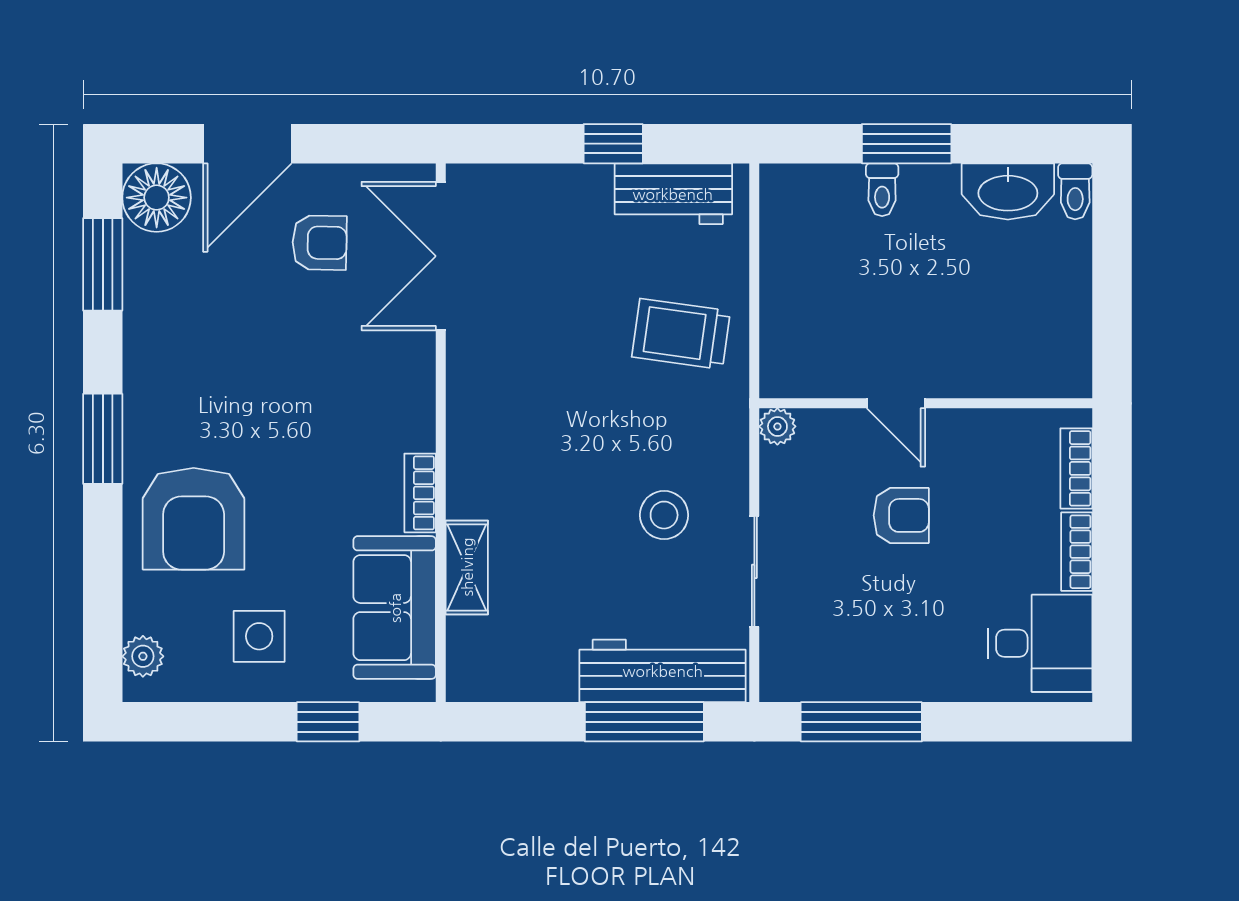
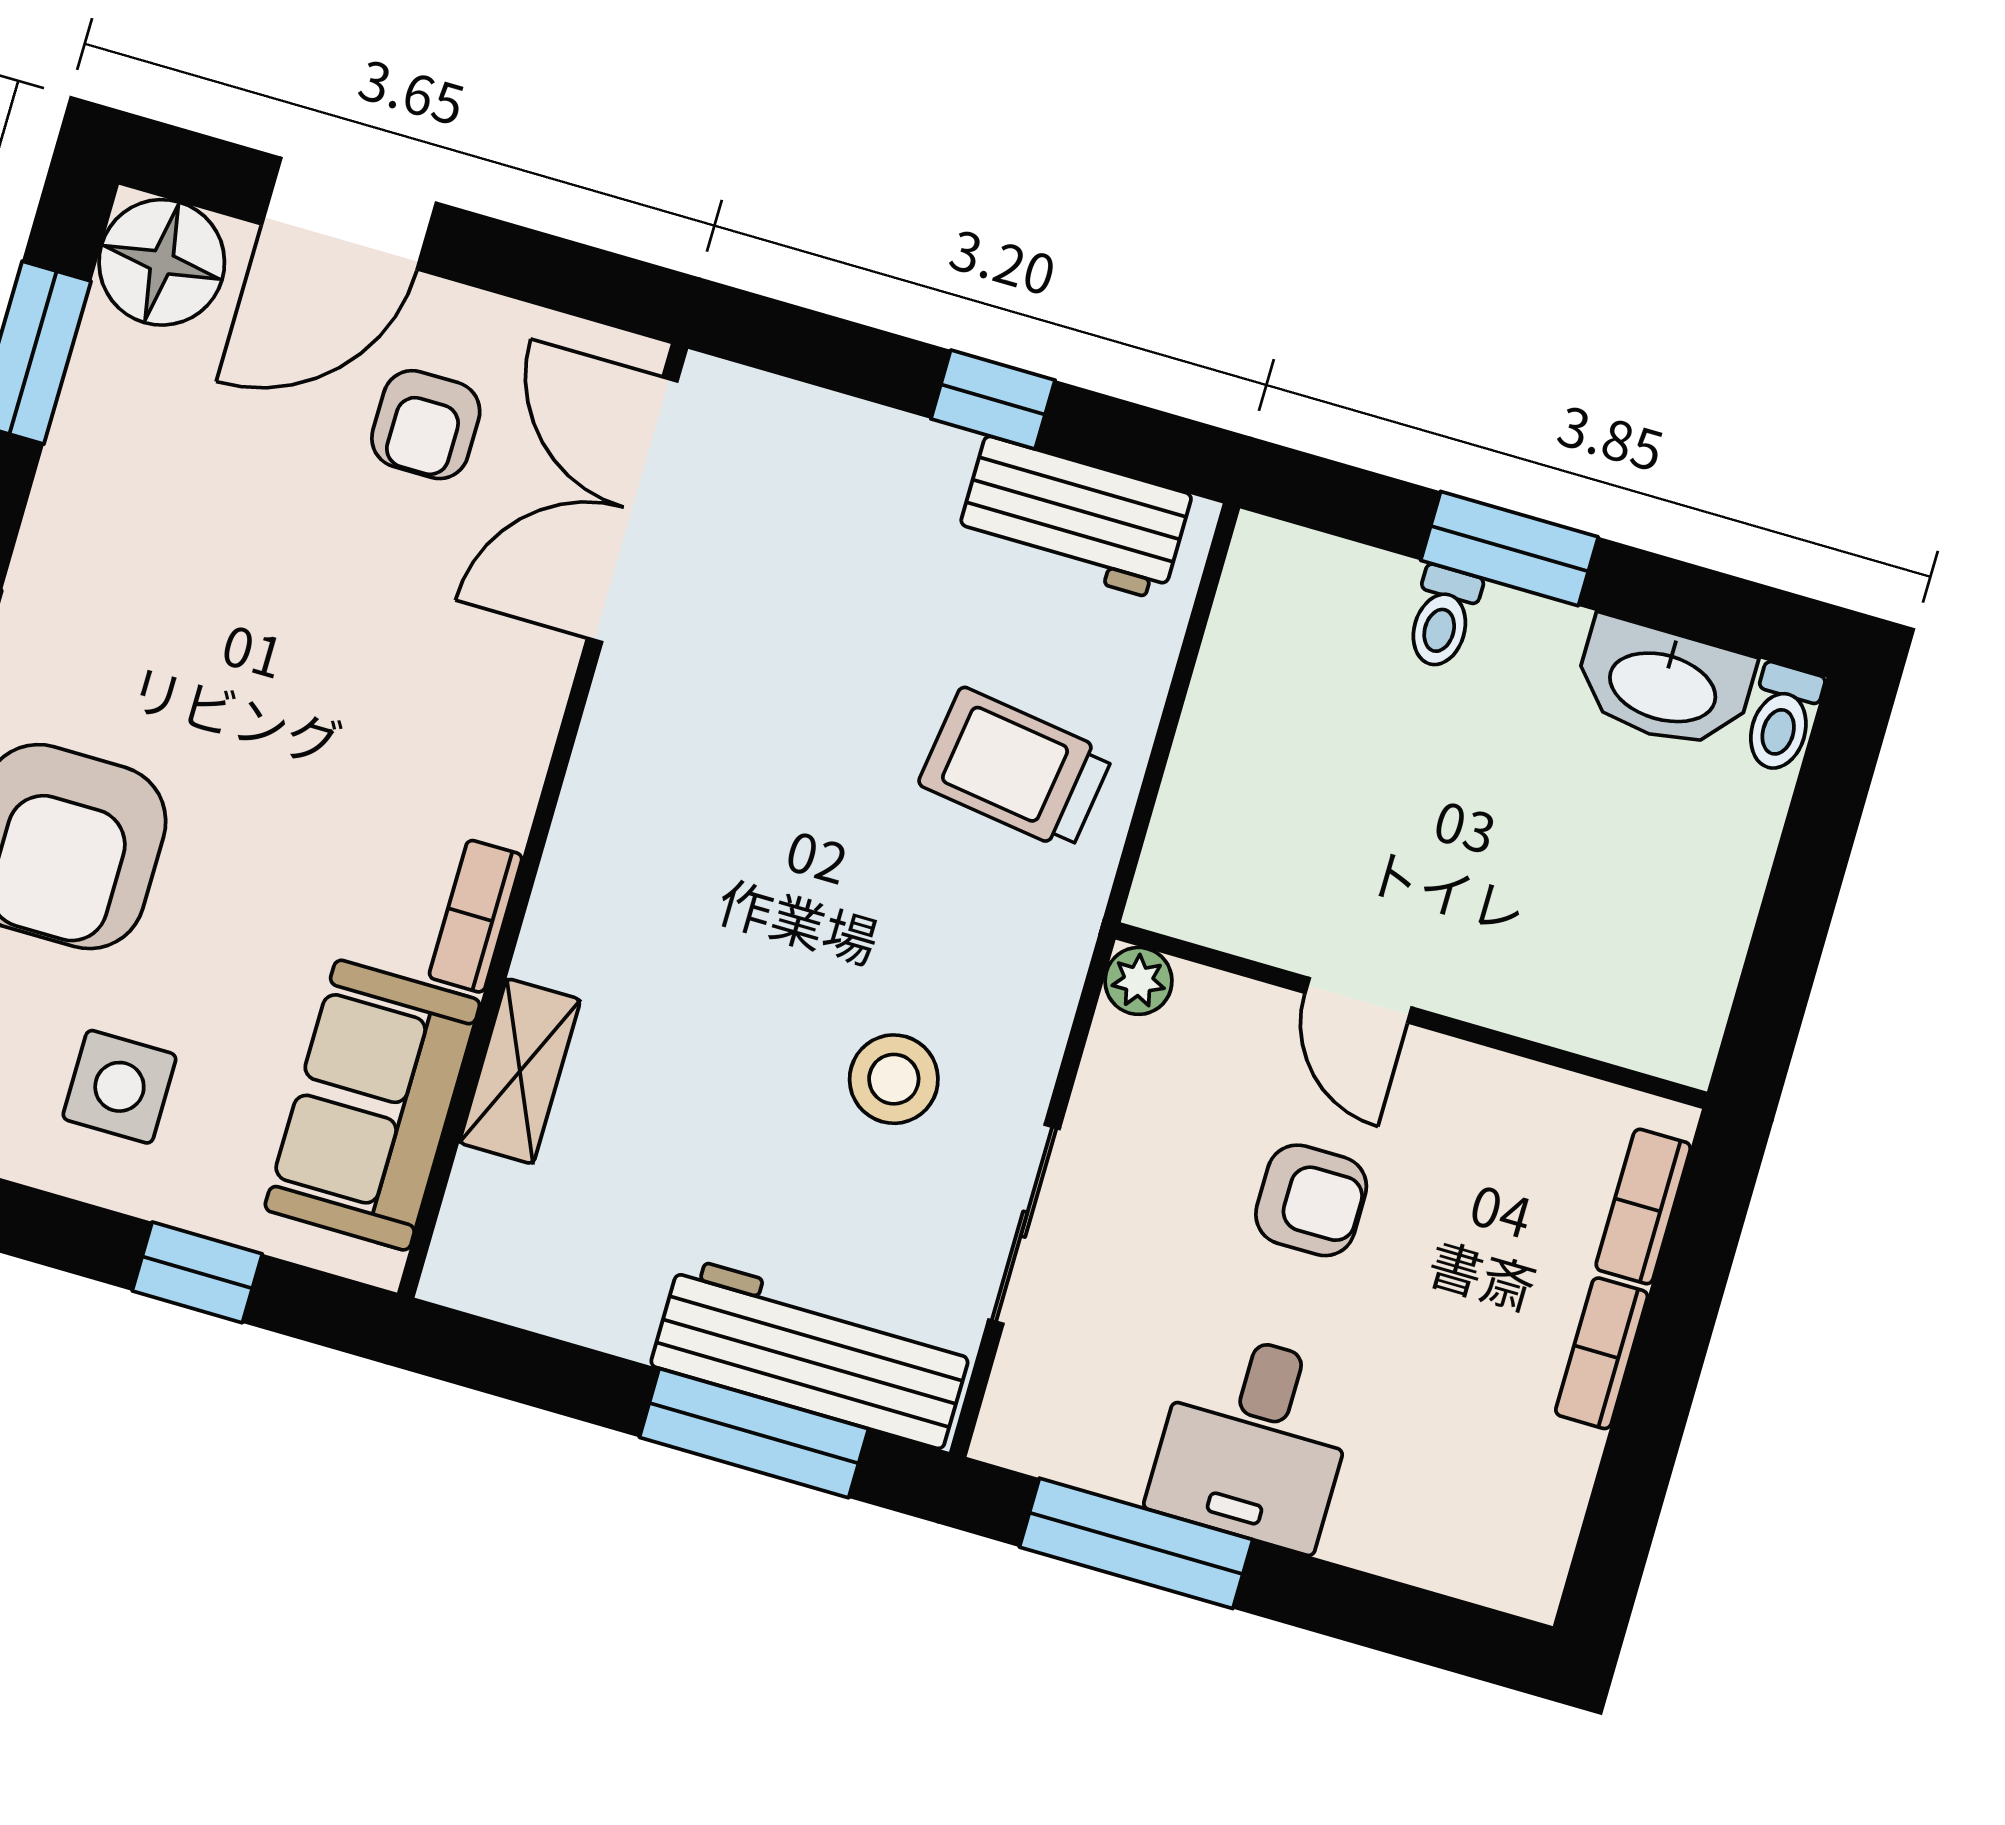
armchair: (320, 243) -> (426, 425), turned 89
desk: (1040, 643) -> (1254, 1440), moved, turned 90

